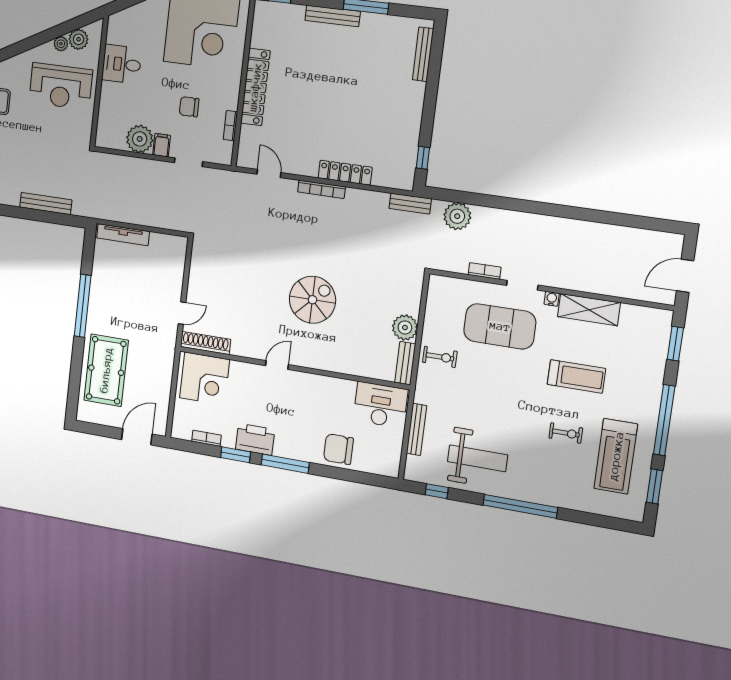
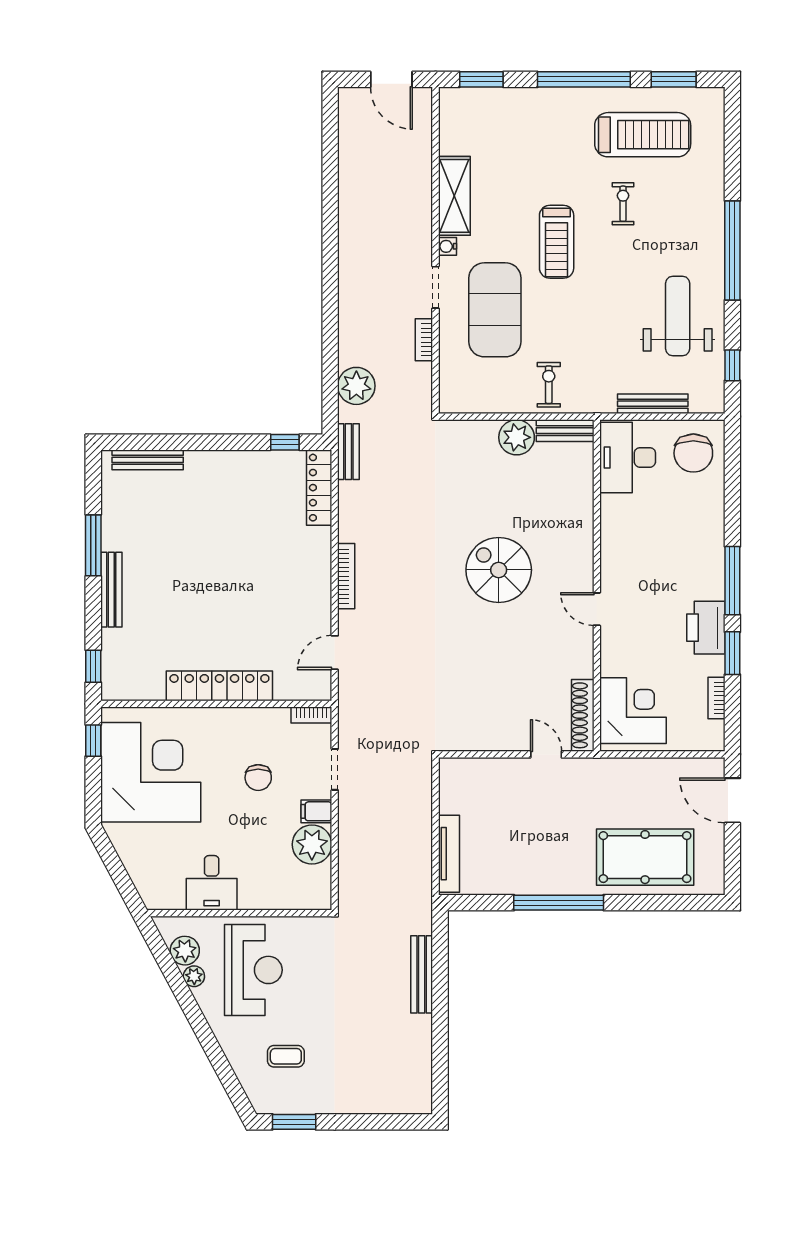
bookcase: (230, 126) -> (311, 715), moved
locker: (345, 173) -> (319, 488), moved
treadmill: (576, 376) -> (557, 242), moved, turned 180
chair: (338, 449) -> (693, 453), moved

